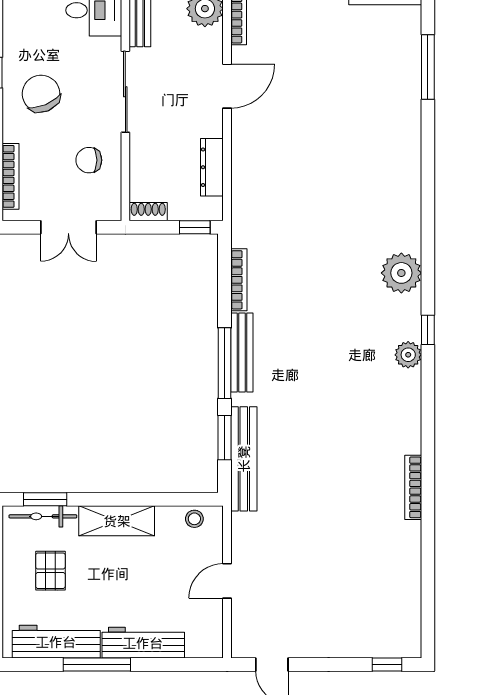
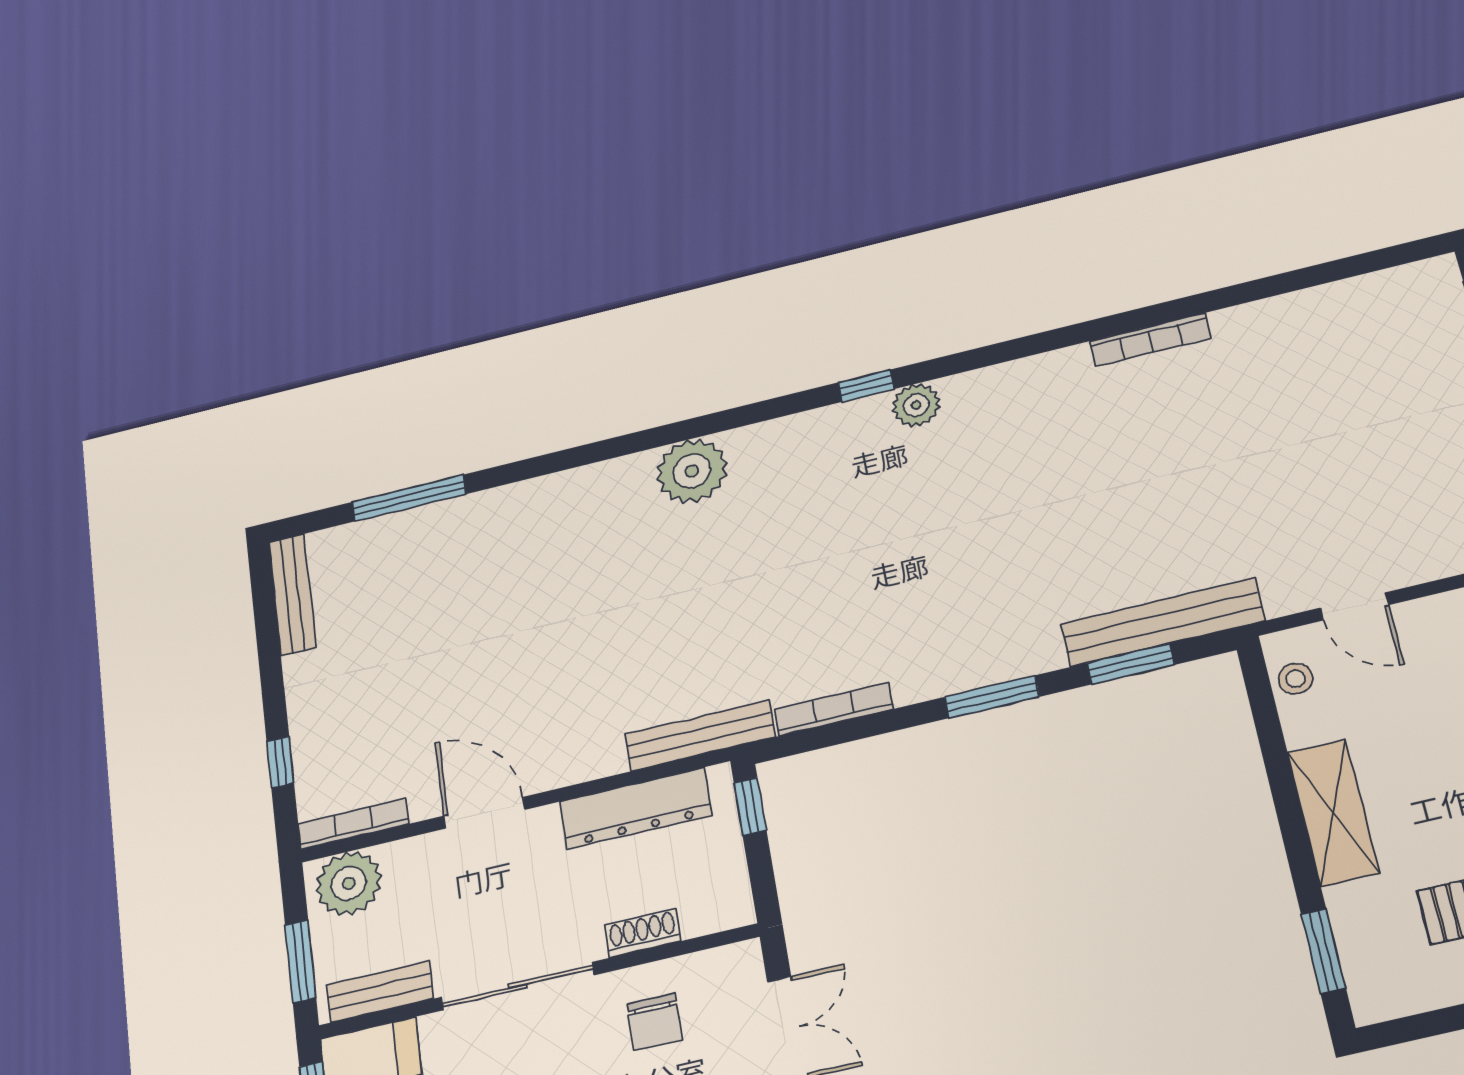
dresser: (212, 167) -> (636, 808), width x1.37, depth x1.24
shoe rack: (148, 212) -> (643, 933), moved, turned 90
plant: (401, 273) -> (692, 471), moved
bench: (242, 353) -> (700, 736), moved
window: (224, 363) -> (992, 697), width x0.69
bicycle: (43, 516) -> (1358, 947), removed
door: (227, 581) -> (1354, 606), moved

